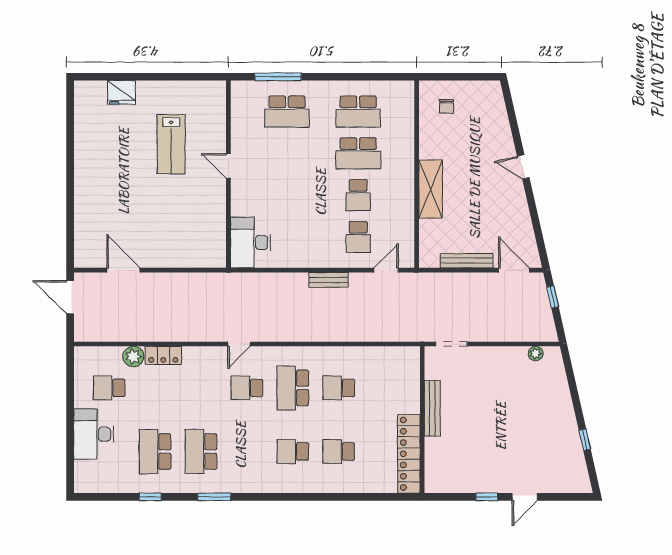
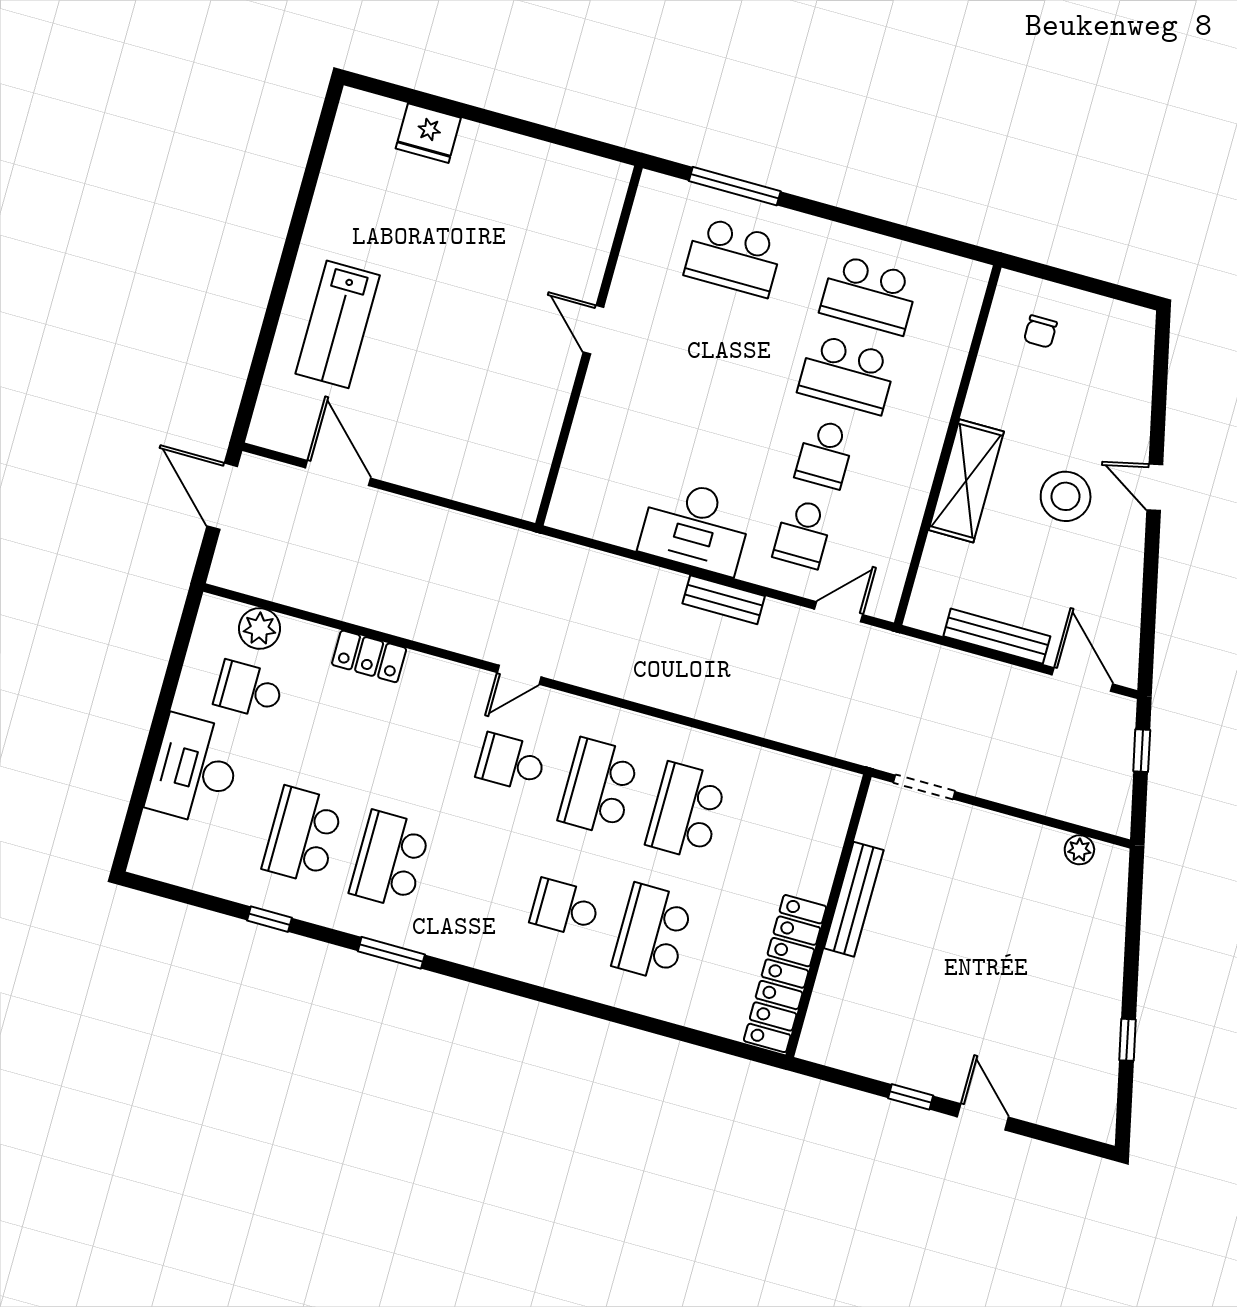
lab bench: (171, 144) -> (338, 324), moved
stool: (481, 183) -> (1066, 496), added
desk: (251, 243) -> (696, 527), moved, turned -90
plant: (133, 357) -> (260, 628), moved
school desk: (339, 388) -> (686, 811), width x1.85
school desk: (339, 451) -> (652, 932), width x1.85
door: (525, 497) -> (983, 1117), swing flipped

